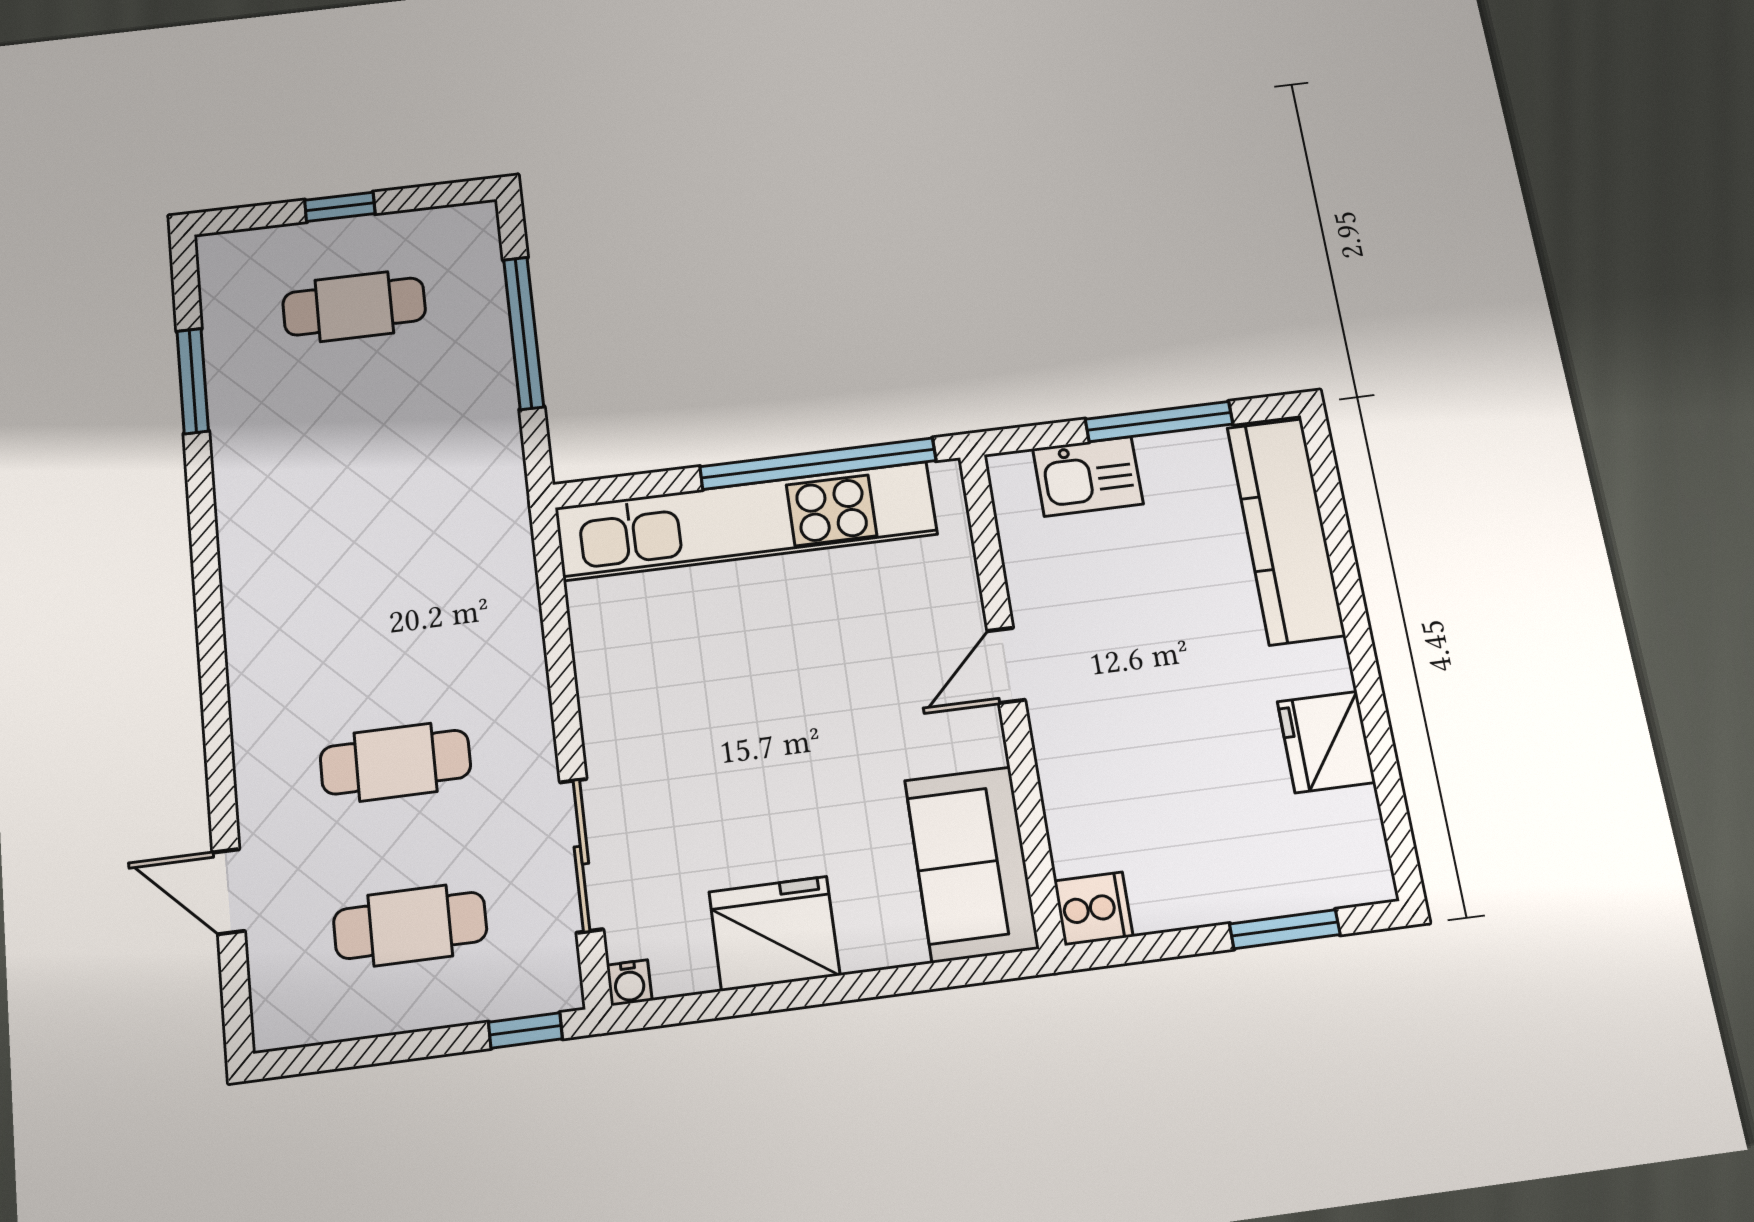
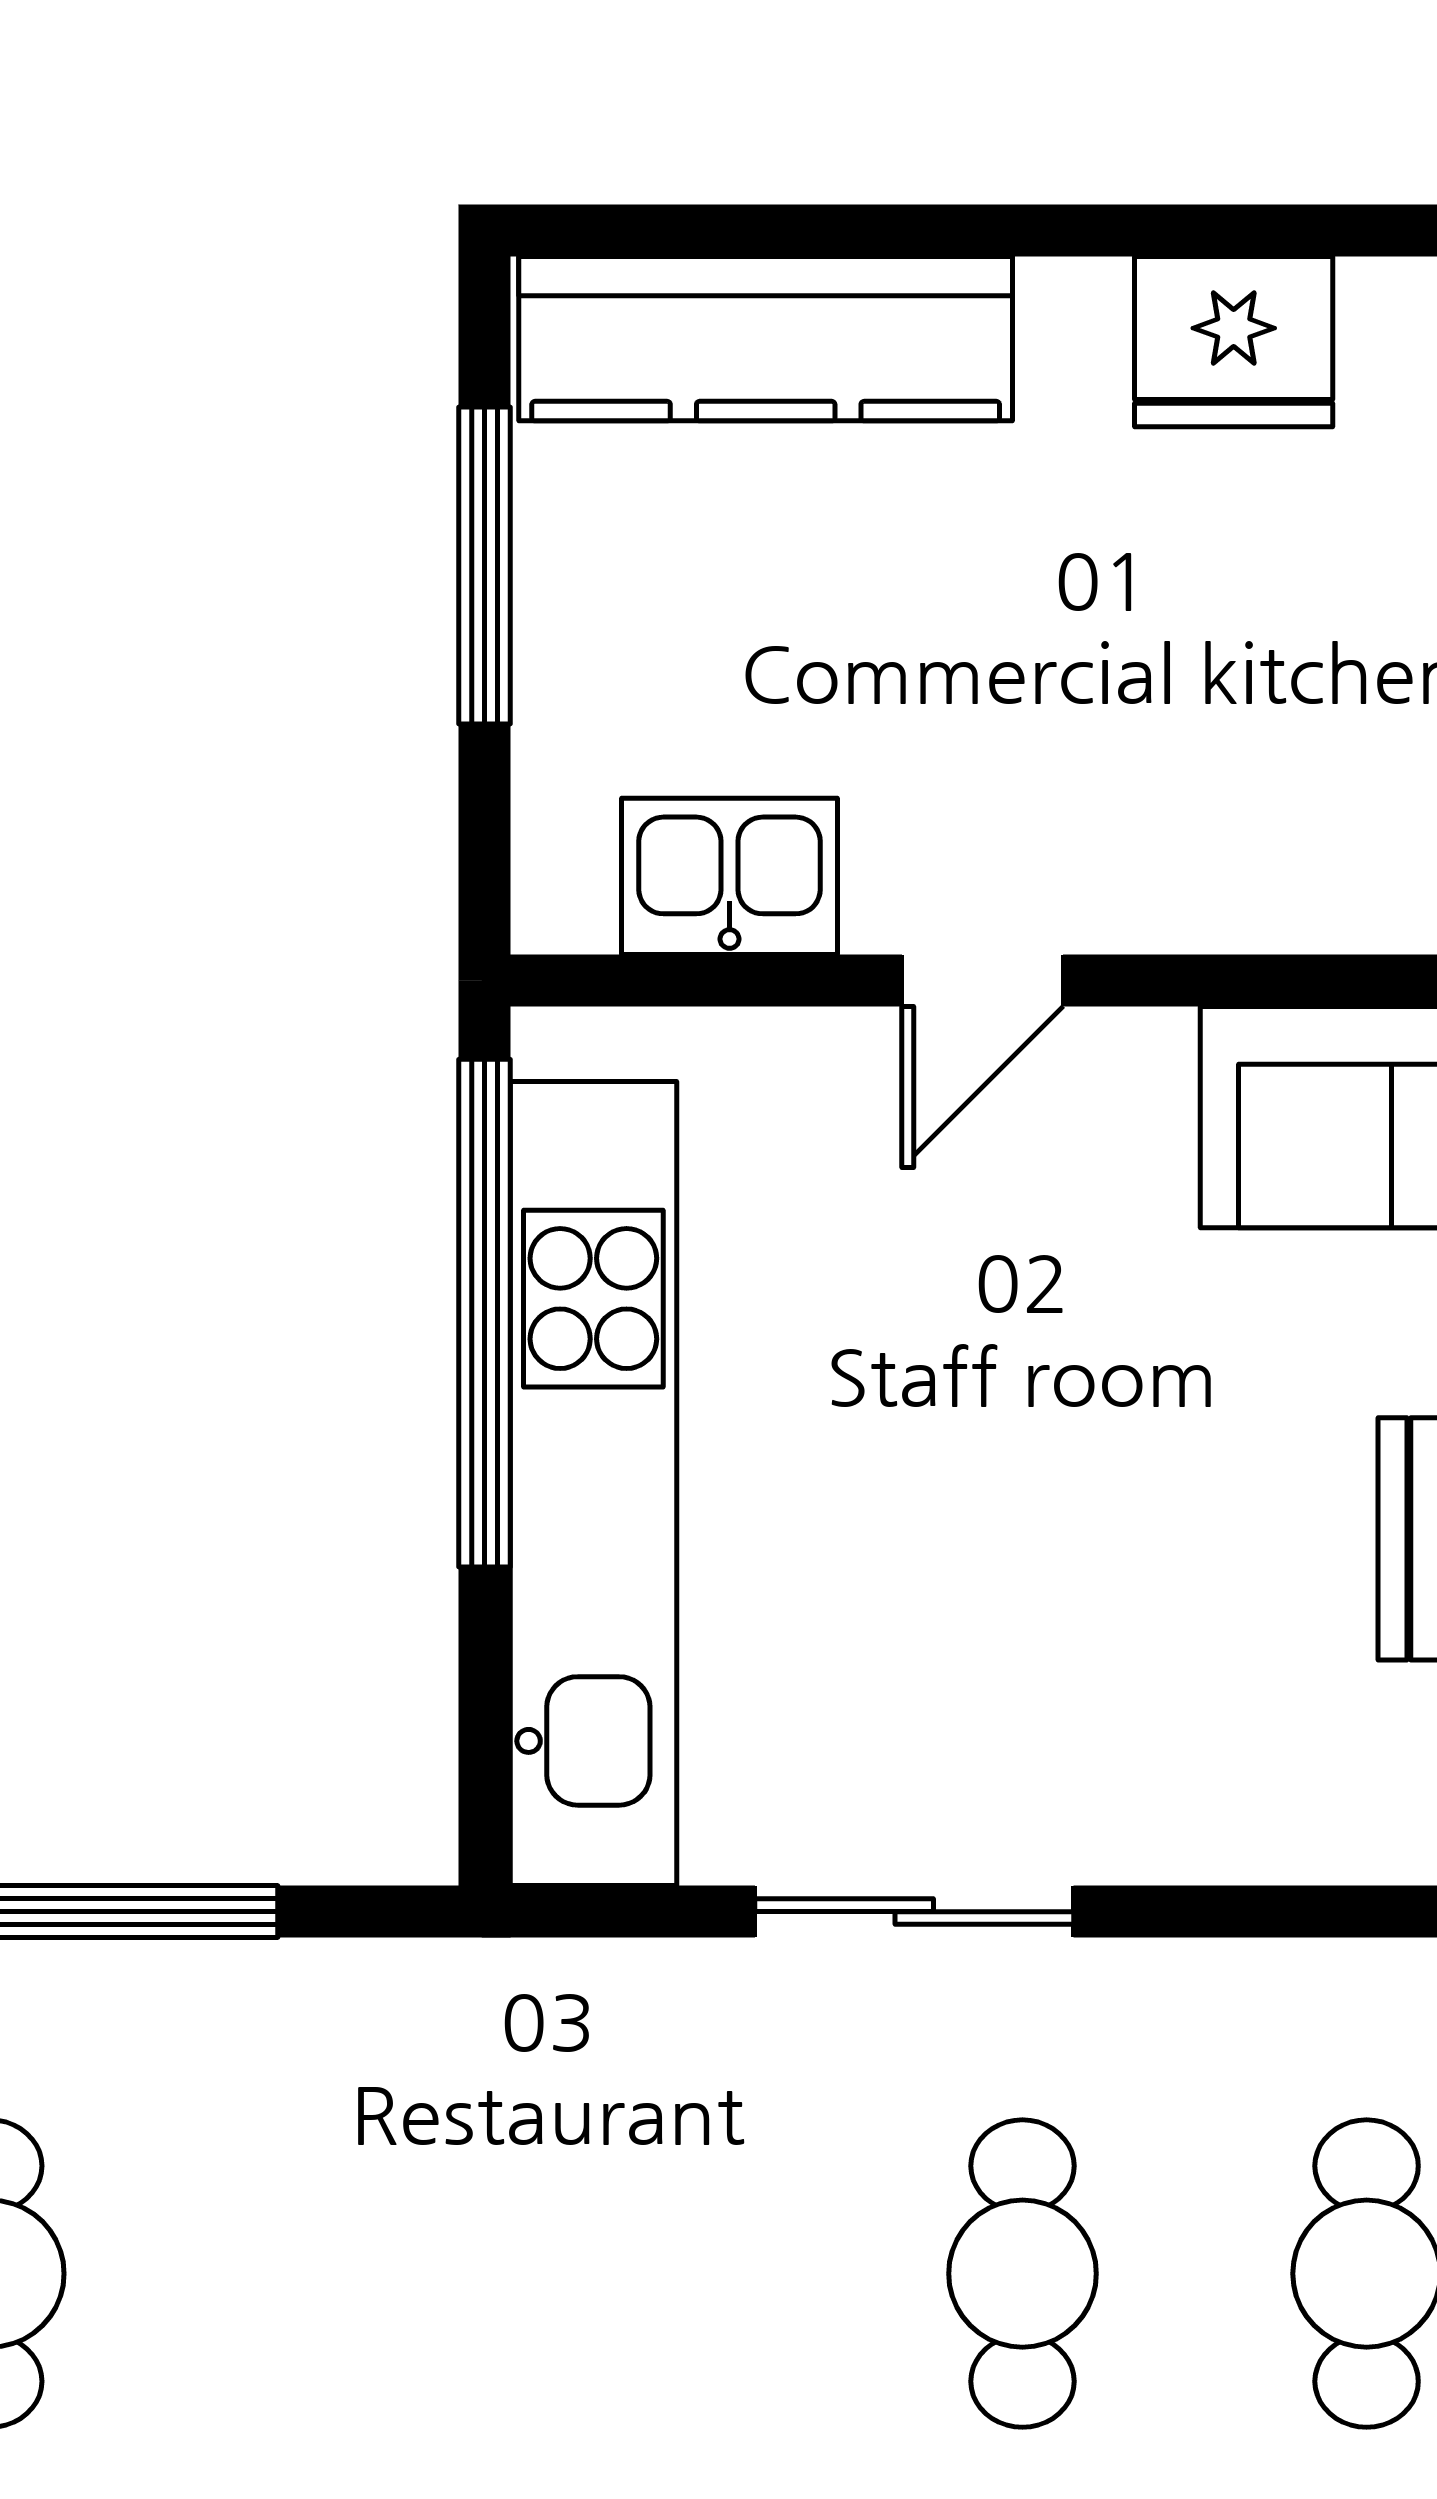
kitchen sink: (1088, 476) -> (730, 876), moved, turned -90
door: (1006, 665) -> (983, 981), hinge flipped
sliding door: (581, 855) -> (914, 1912), moved

